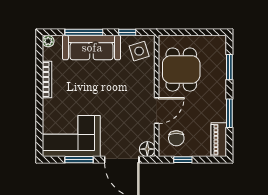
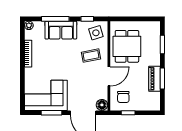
sofa: (92, 48) -> (61, 30), width x0.73
coffee table: (132, 82) -> (91, 56), added
piano: (219, 140) -> (155, 79), moved

